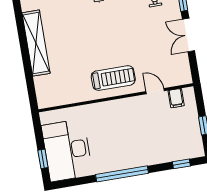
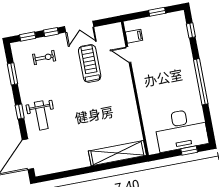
shelving: (36, 43) -> (117, 153), moved
treadmill: (113, 78) -> (90, 63), moved
door: (155, 91) -> (128, 55), hinge flipped

